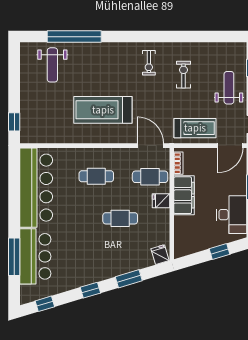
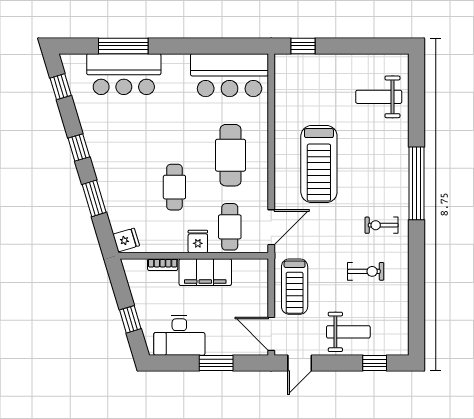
window: (74, 37) -> (417, 183), moved
treadmill: (103, 110) -> (319, 164), turned 180
bookcase: (178, 163) -> (163, 265), moved
cafe table: (96, 176) -> (230, 155), width x1.37, depth x1.35
bar counter: (36, 188) -> (230, 75), width x0.73

